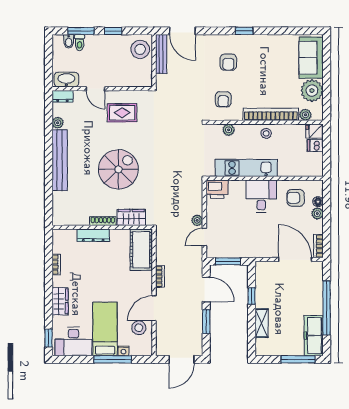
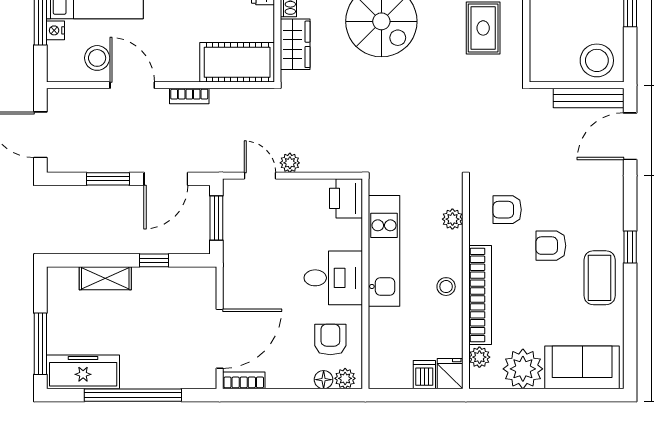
coffee table: (261, 48) -> (600, 278), added
armchair: (228, 62) -> (551, 246), moved
plant: (317, 214) -> (345, 378), moved

